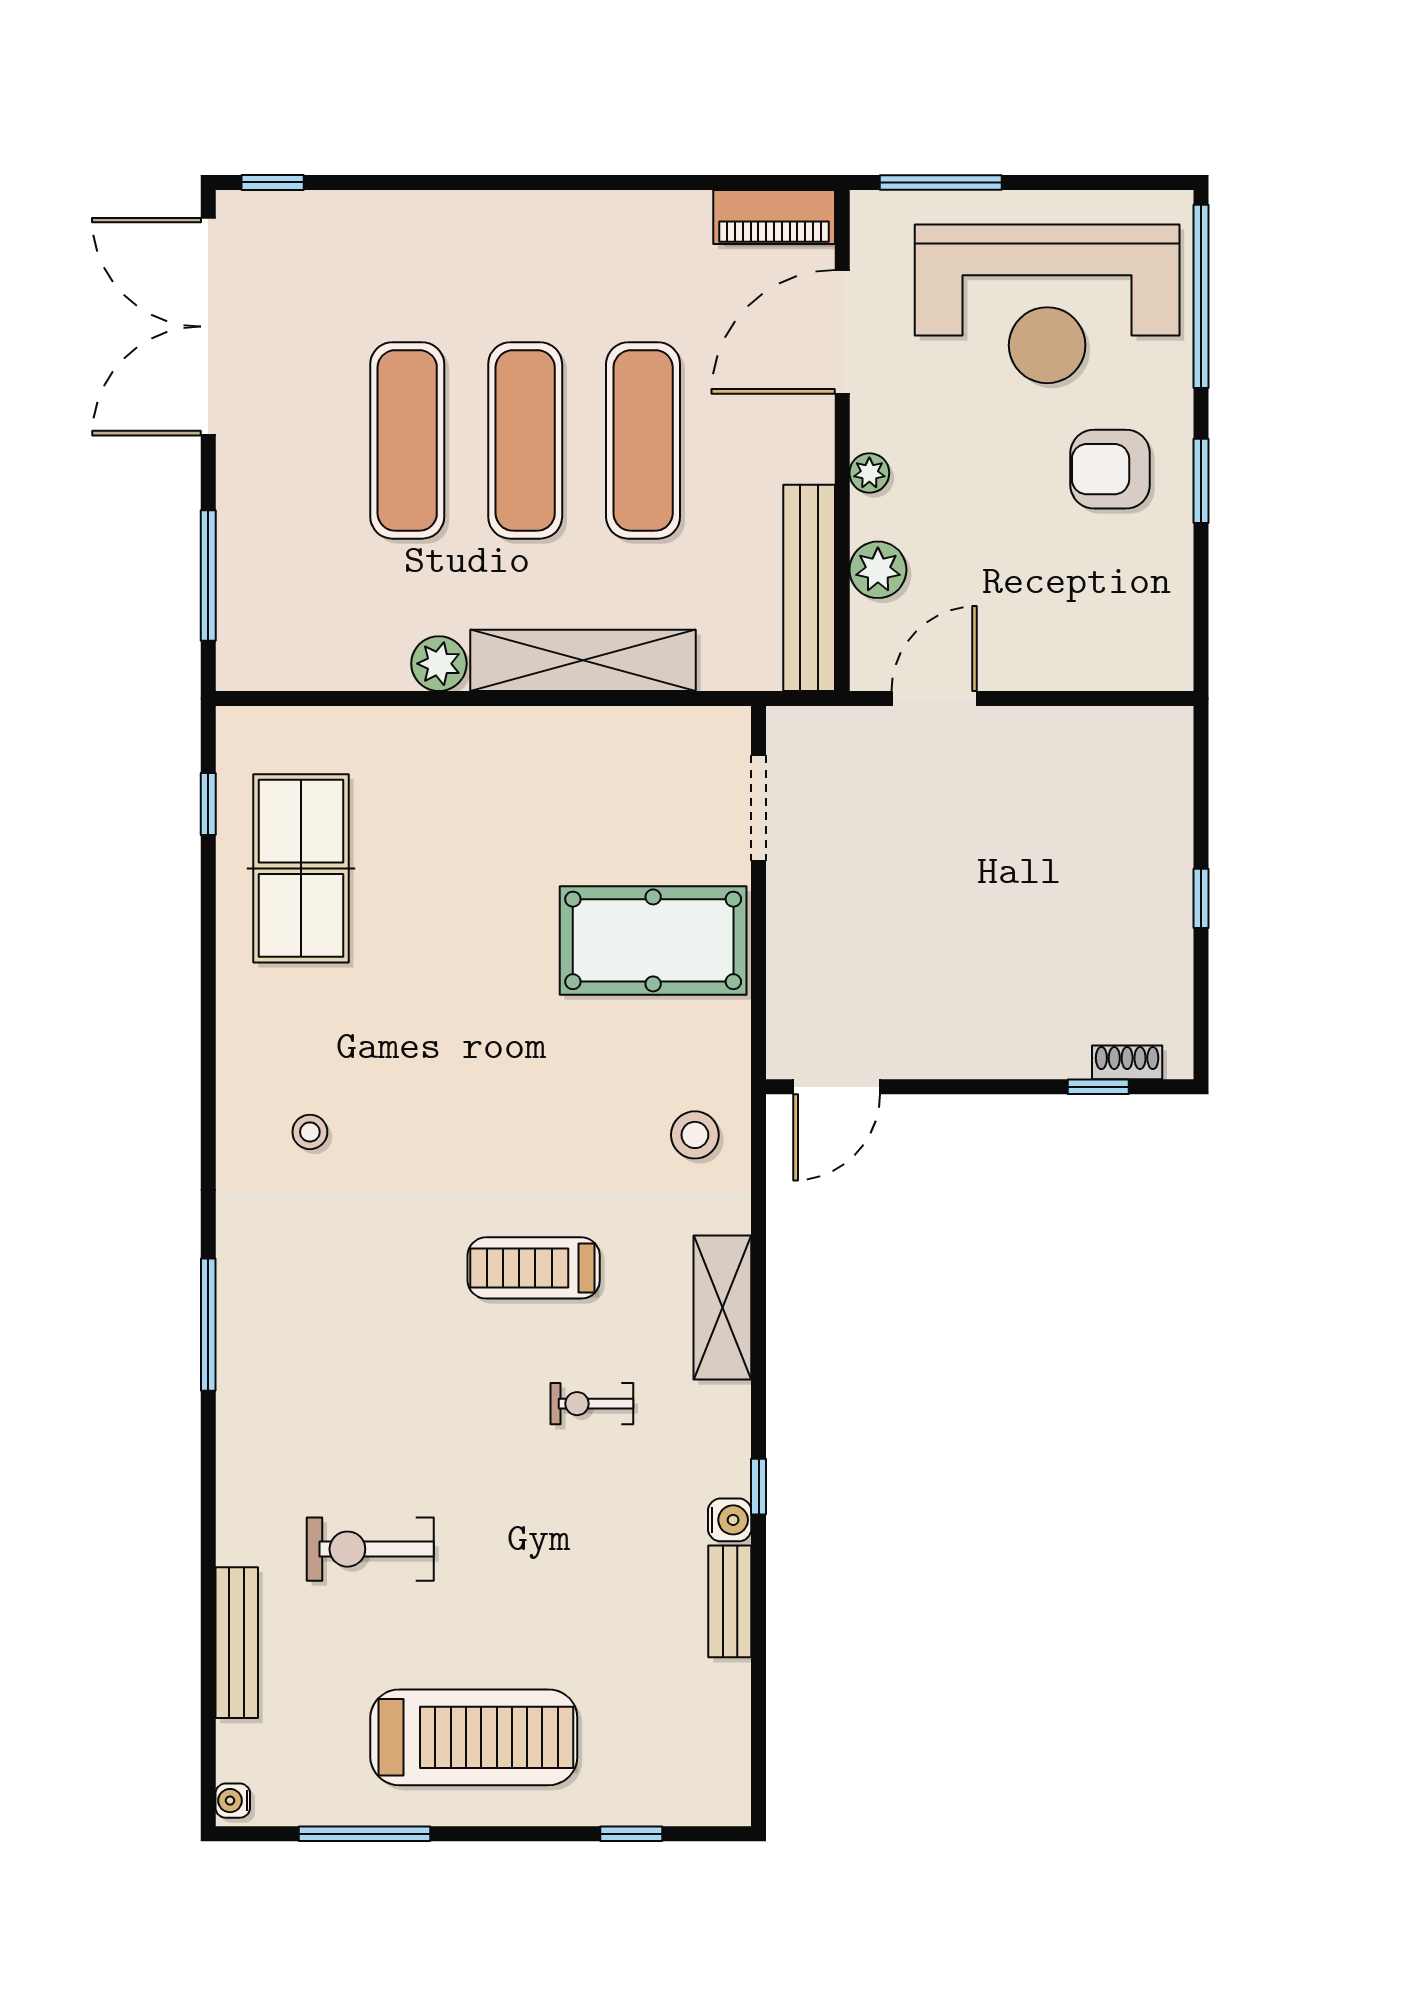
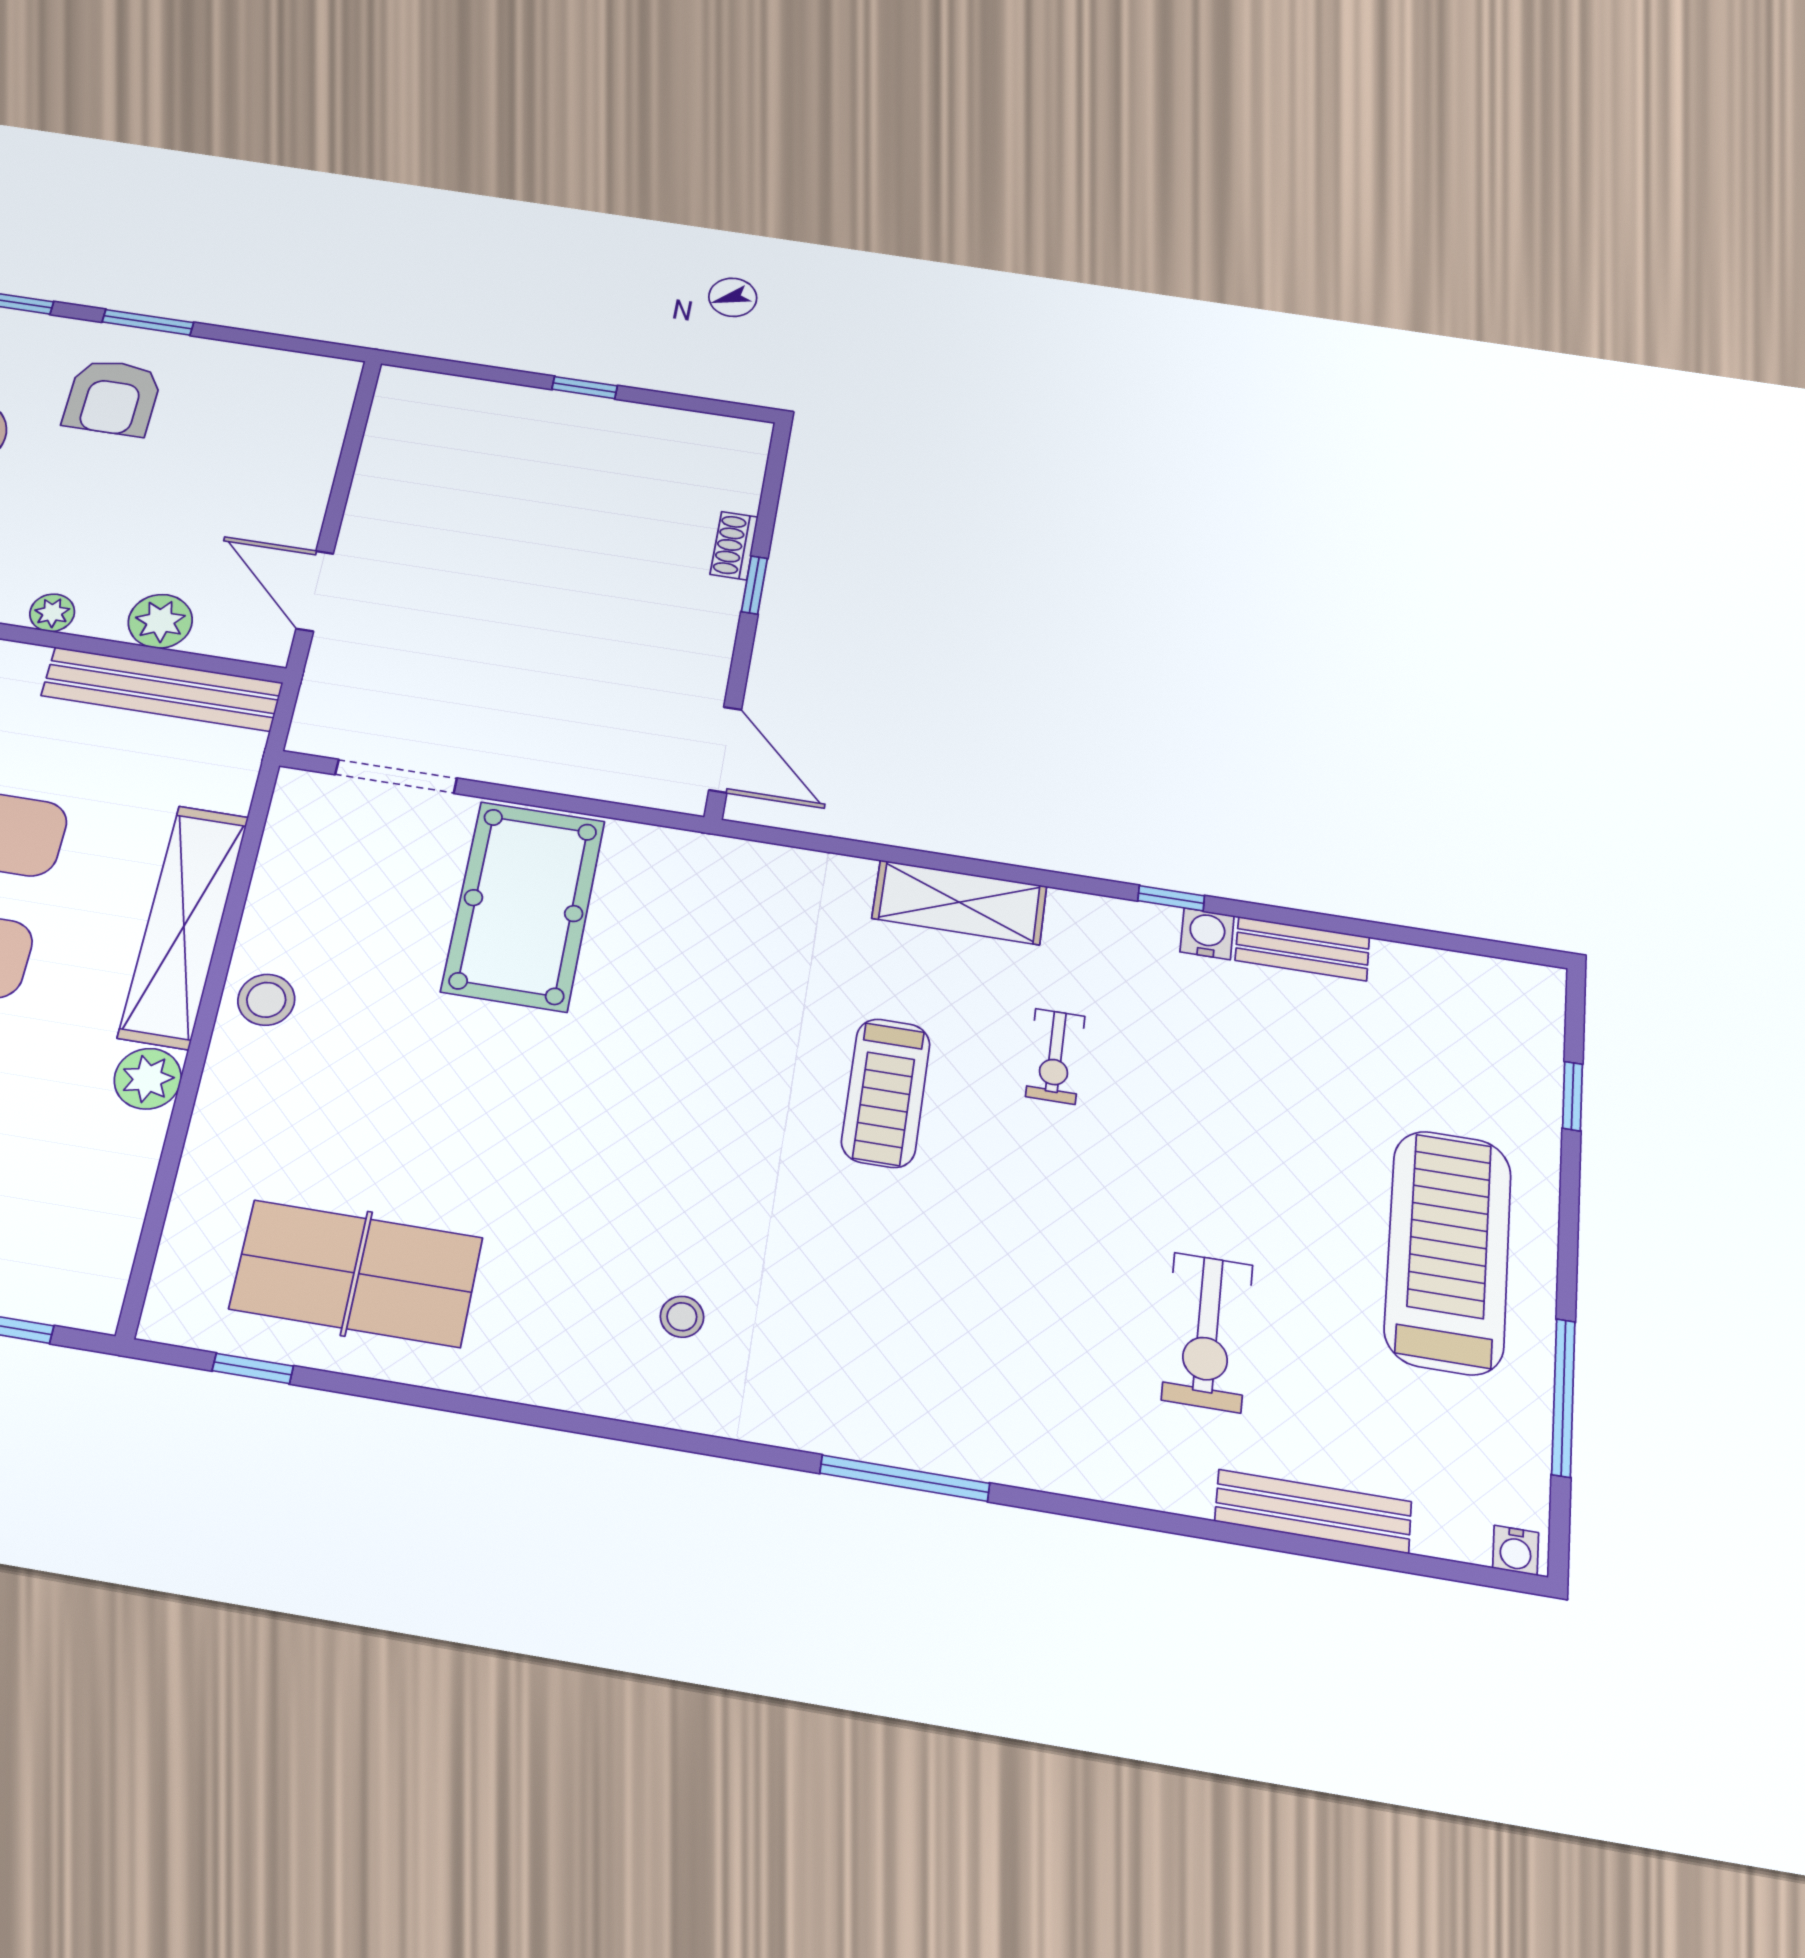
shoe rack: (1127, 1062) -> (734, 546), moved
window: (1098, 1087) -> (754, 585), moved
stool: (695, 1135) -> (266, 1000), moved

